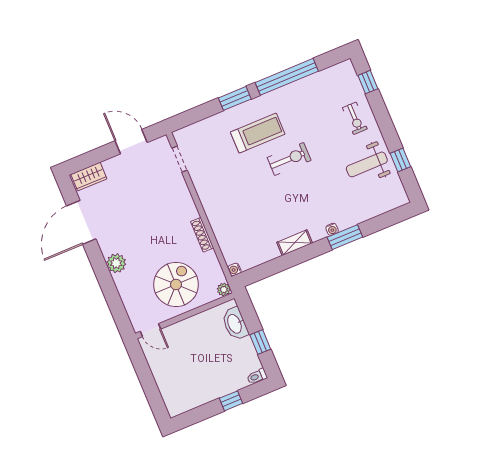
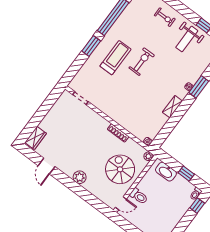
door: (131, 142) -> (48, 104), removed
door: (81, 222) -> (47, 166), width x0.53
toilet: (180, 335) -> (139, 196), added
window: (231, 401) -> (197, 206), moved

